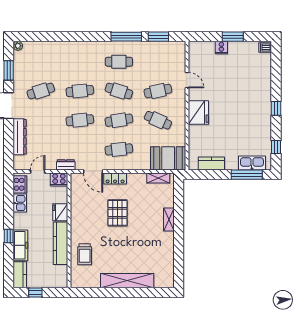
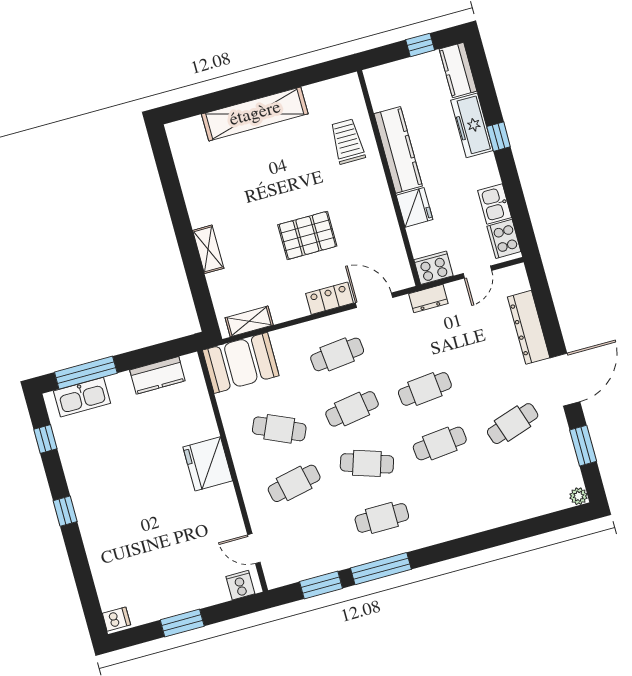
cooker: (221, 48) -> (240, 585), moved
door: (187, 80) -> (254, 549), moved
pallet: (118, 213) -> (307, 235), turned 90

